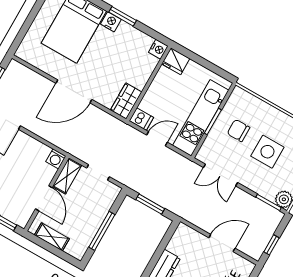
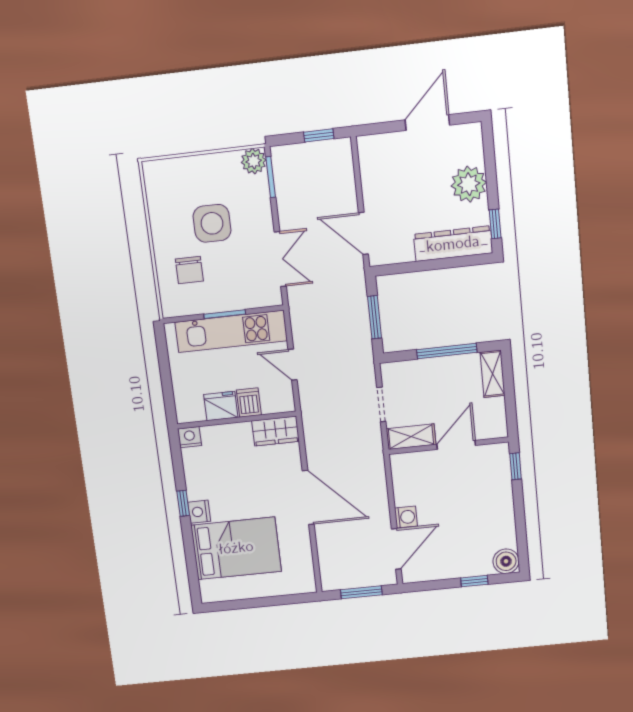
window: (123, 16) -> (183, 503), width x0.67
fridge: (176, 61) -> (221, 406), moved, turned -90
dishwasher: (141, 119) -> (249, 402), moved
chair: (238, 130) -> (189, 270), moved
washing machine: (56, 159) -> (406, 517), moved
shelving: (52, 237) -> (493, 374), moved
door: (222, 243) -> (363, 233), moved

